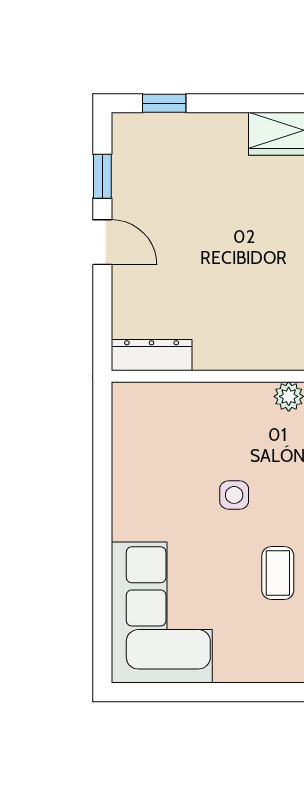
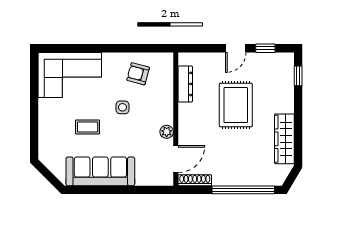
rug: (229, 242) -> (236, 105), added
dresser: (152, 355) -> (185, 84), moved
armchair: (159, 460) -> (138, 74), added

